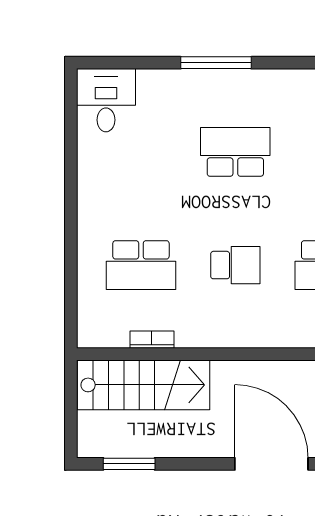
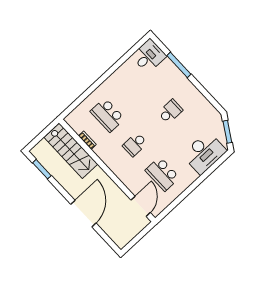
window: (216, 63) -> (179, 65), moved
school desk: (235, 152) -> (170, 111), width x0.54
school desk: (235, 265) -> (135, 144), turned 90

